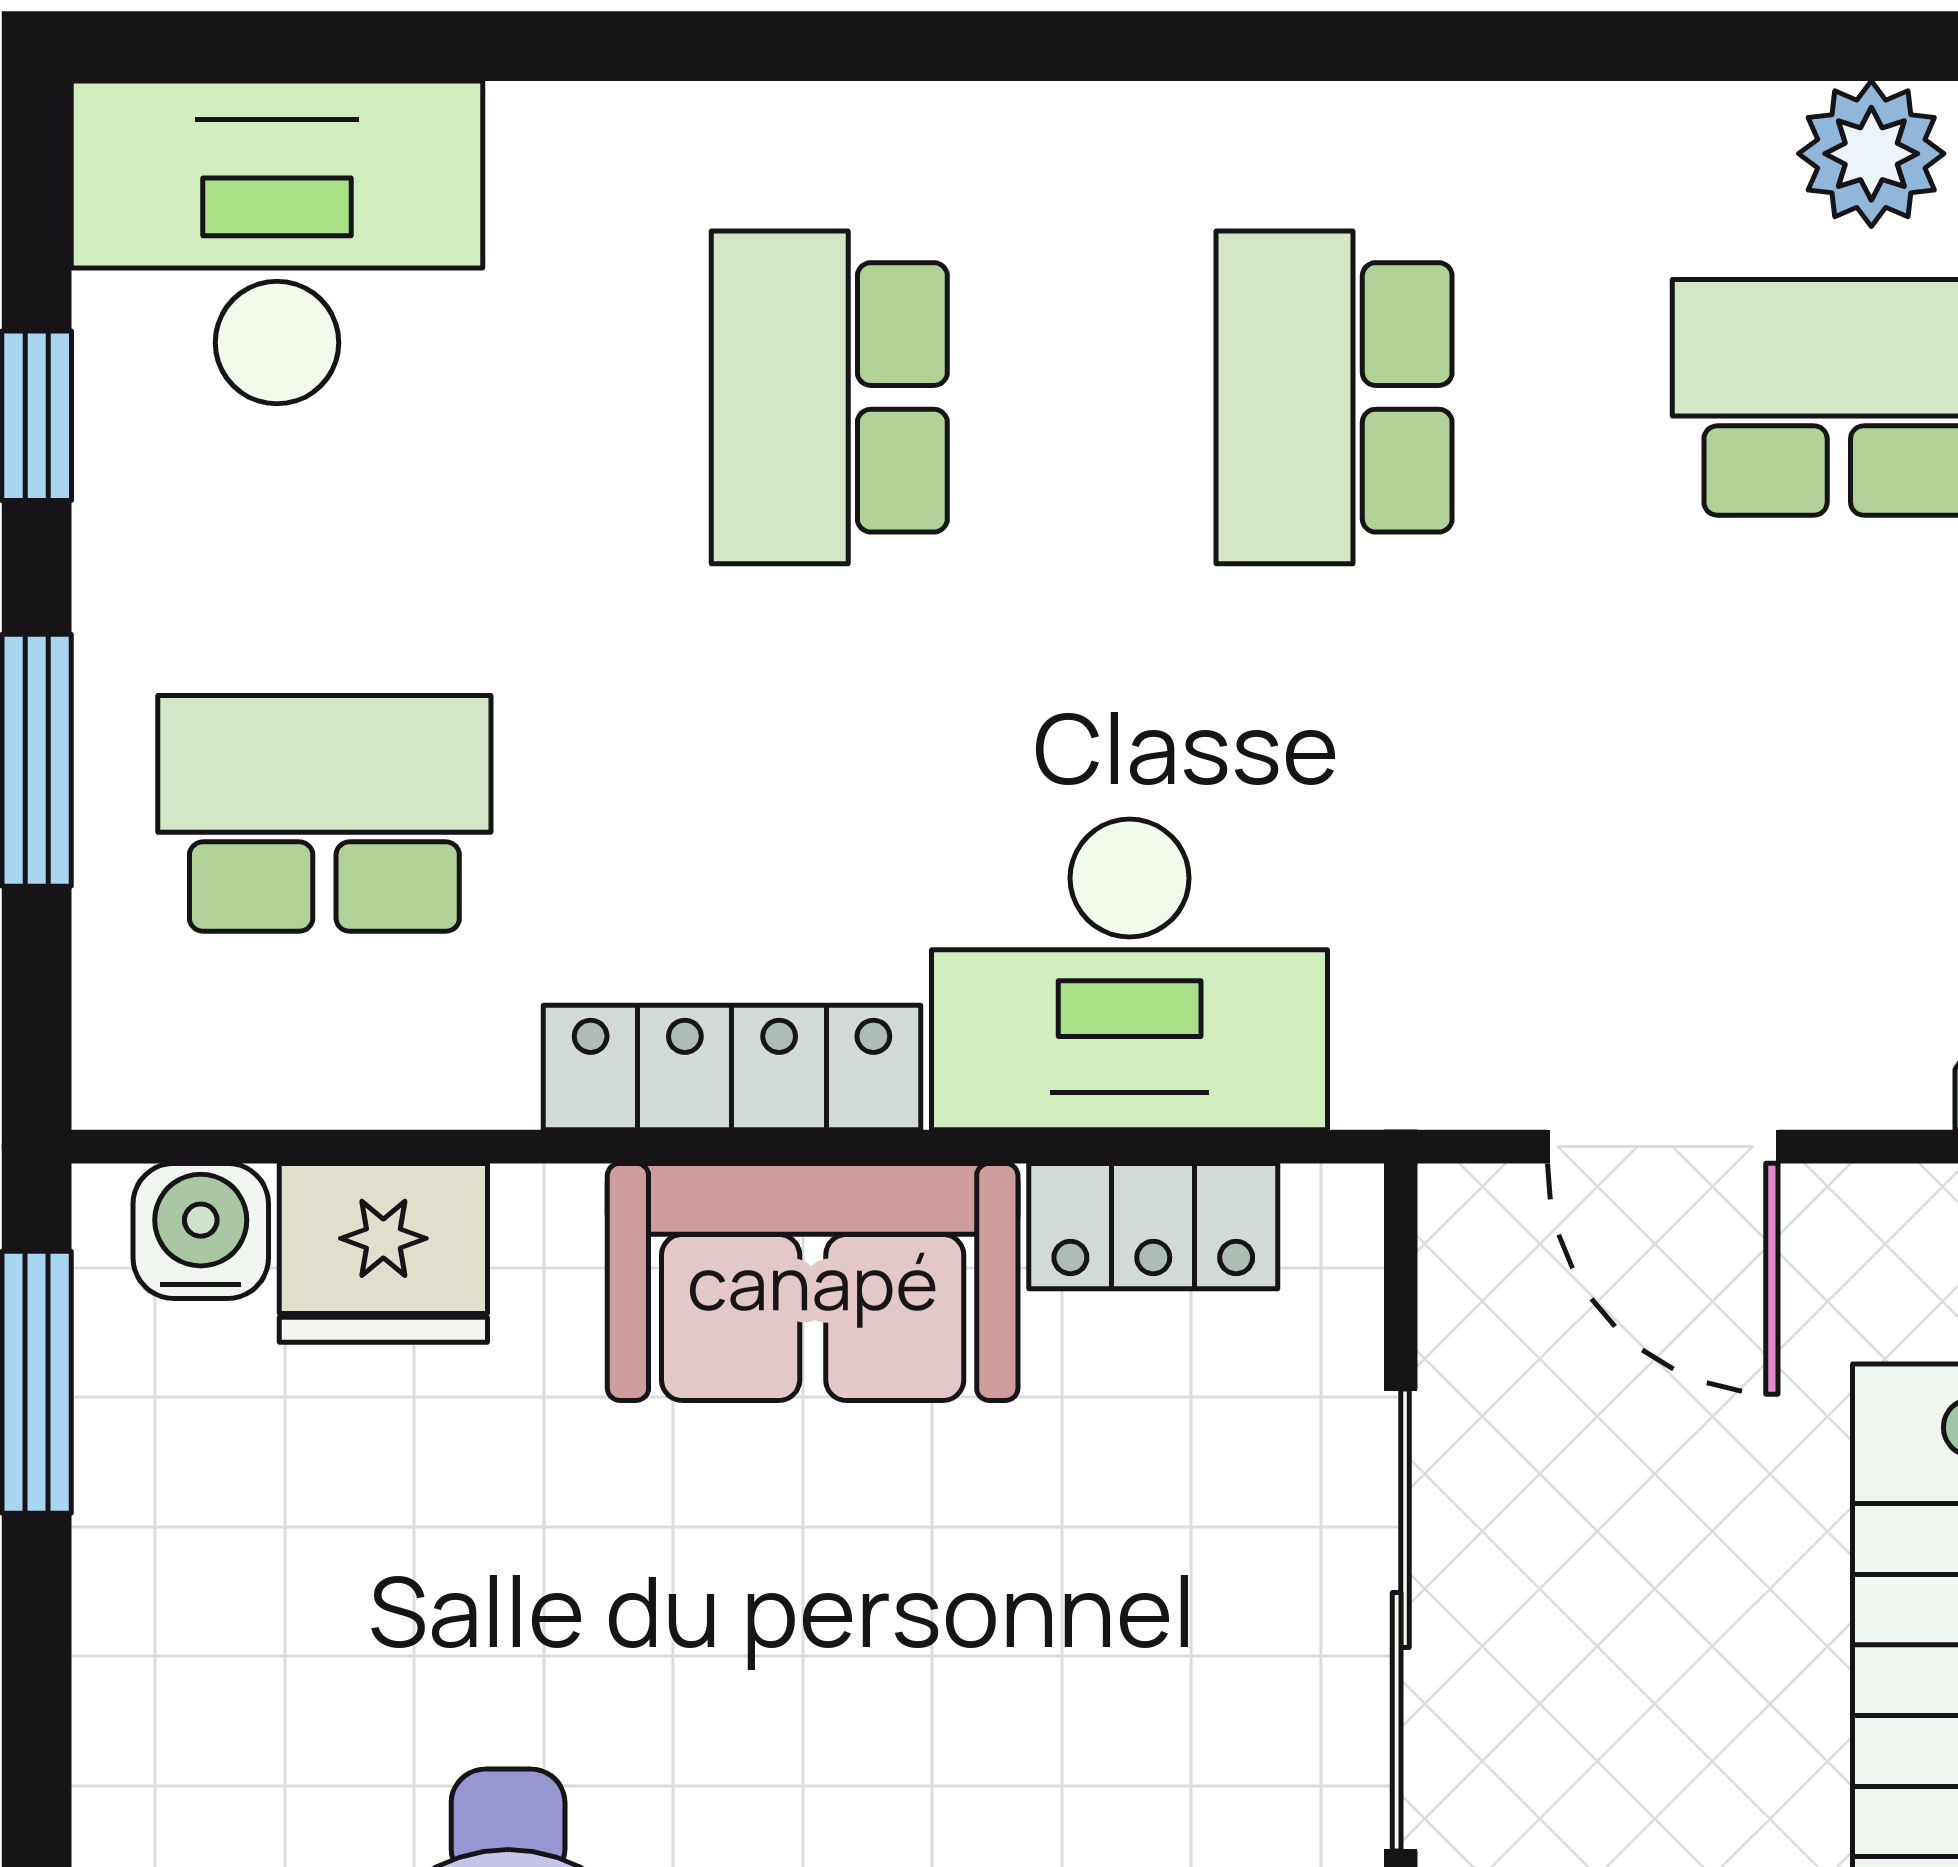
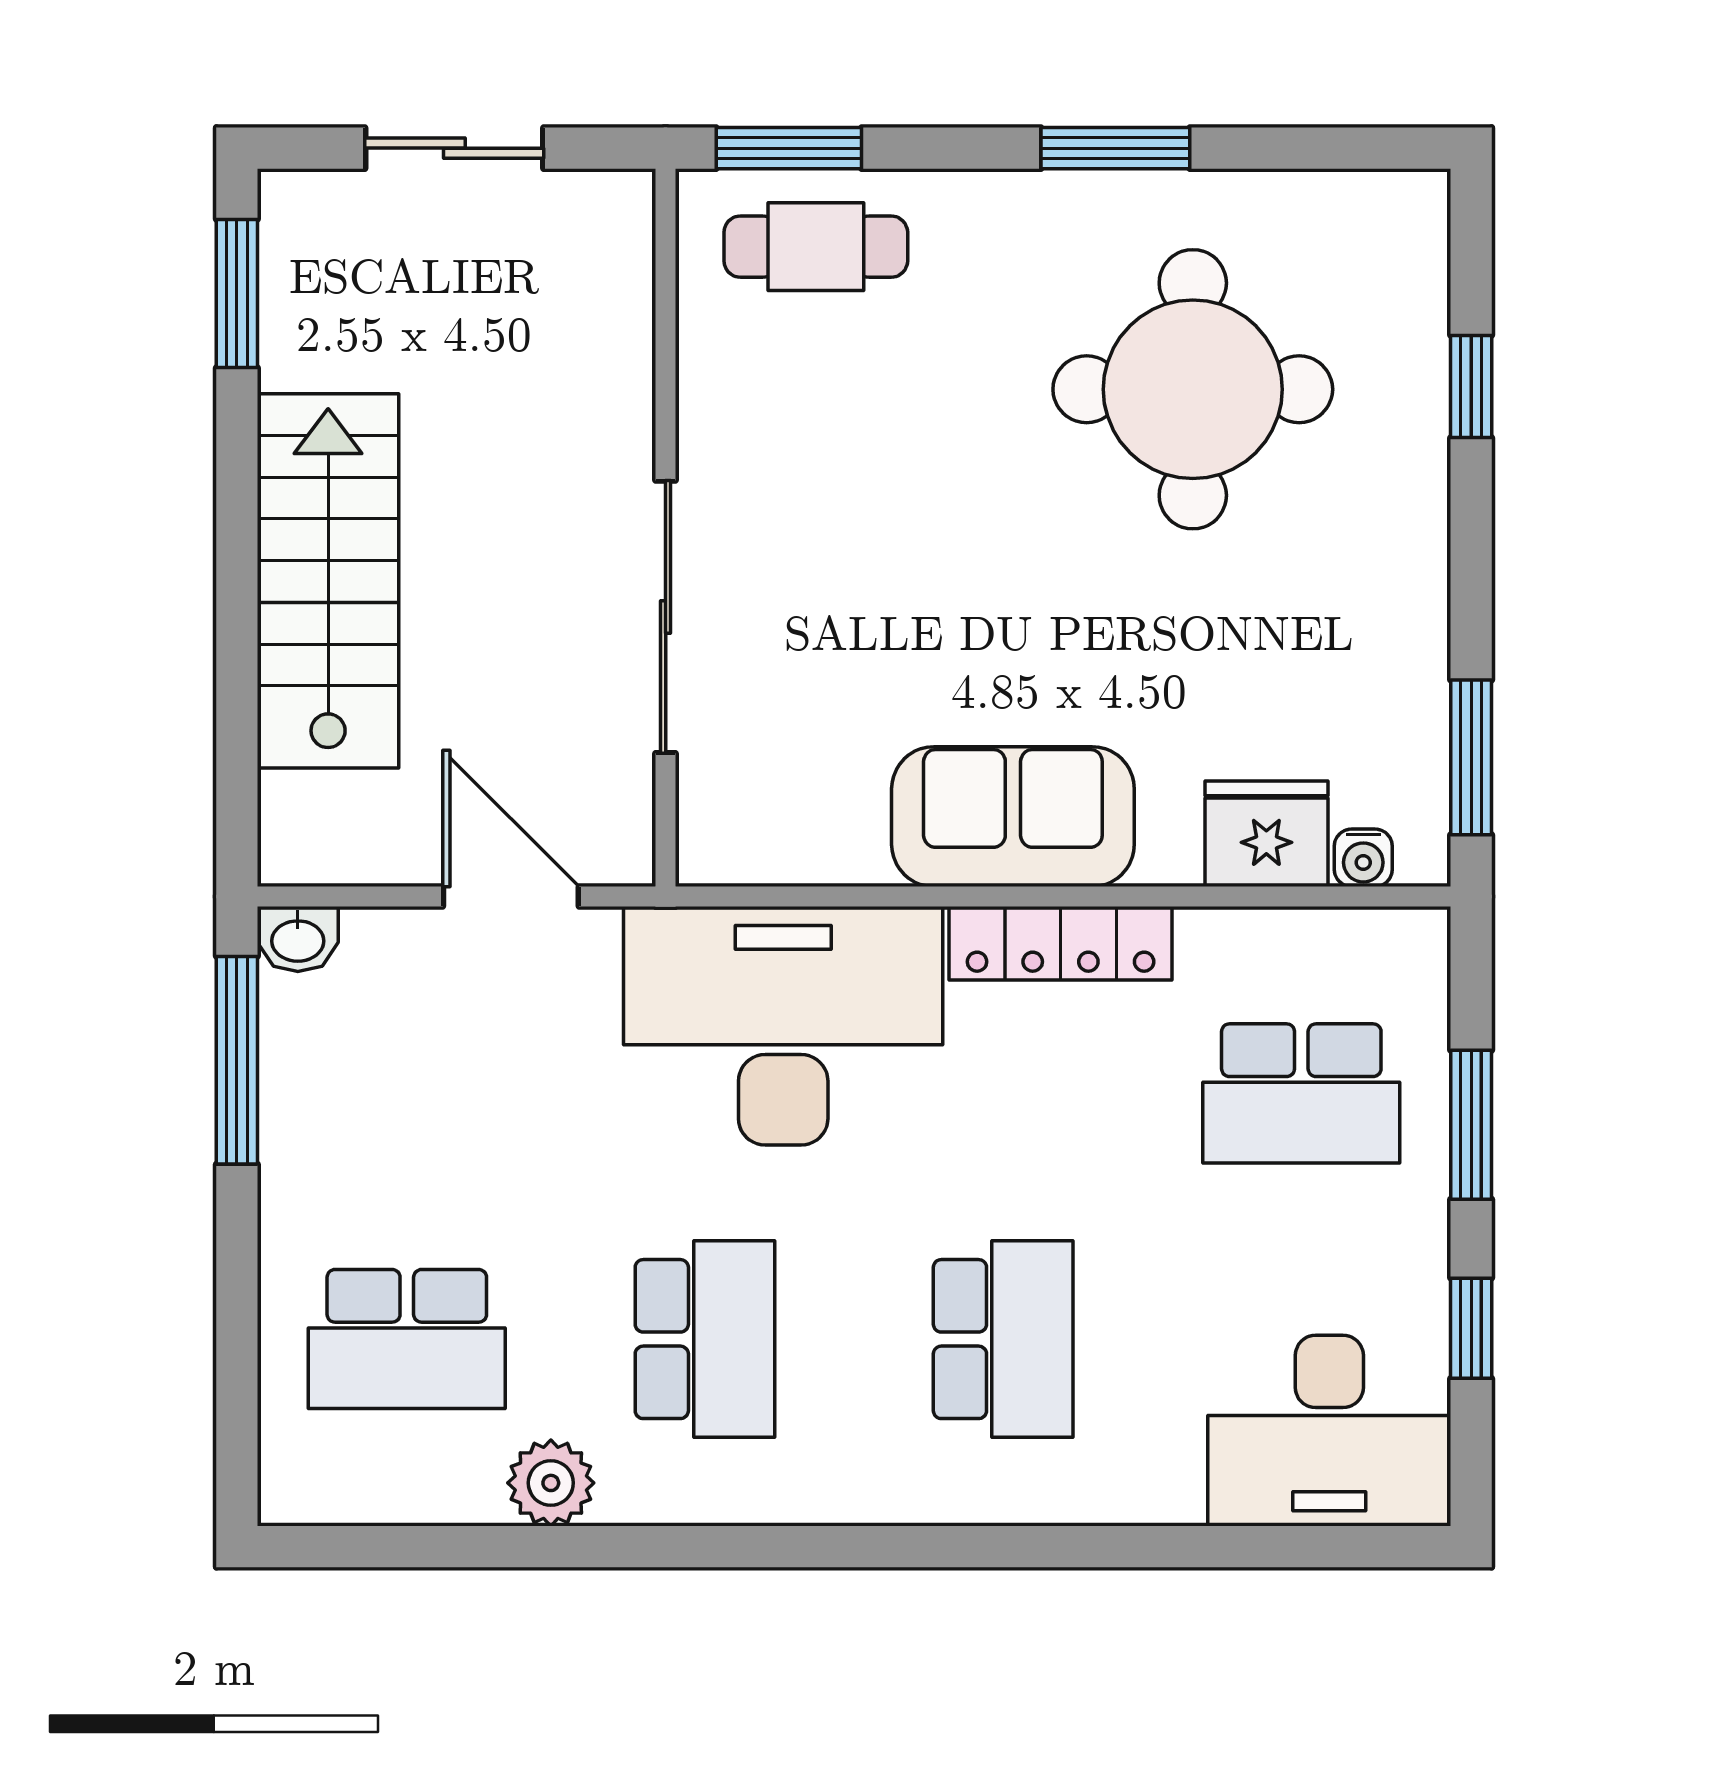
plant: (1871, 154) -> (551, 1483), moved
desk: (1130, 974) -> (783, 1026), width x1.36, depth x1.30
locker: (1153, 1226) -> (812, 850), removed
water cooler: (201, 1231) -> (1363, 858), width x0.72, depth x0.72

